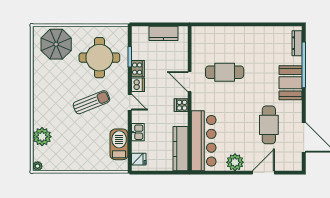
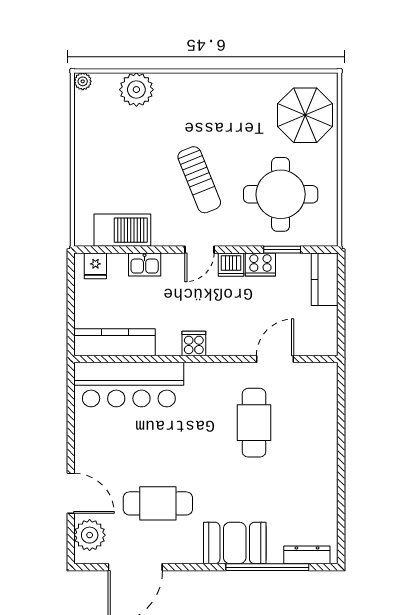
kitchen counter: (163, 33) -> (325, 279), moved
door: (190, 82) -> (275, 359), moved
plant: (235, 162) -> (90, 535), moved

